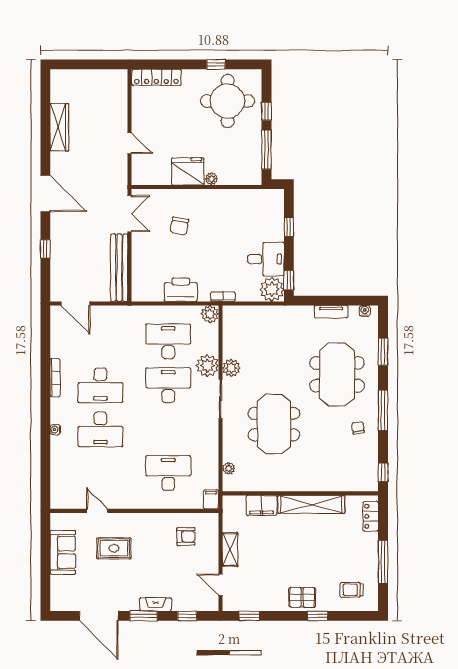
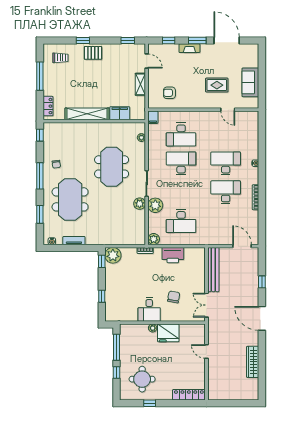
round table: (227, 101) -> (142, 379), width x0.73, depth x0.73
desk: (266, 259) -> (149, 309), moved, turned -90
desk: (168, 385) -> (181, 163), moved, turned 180

